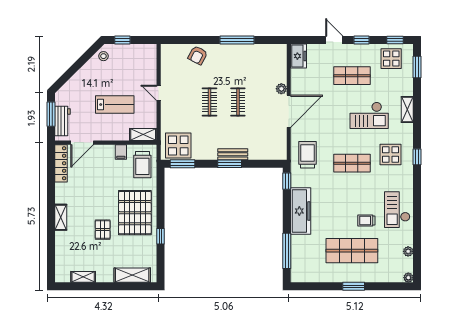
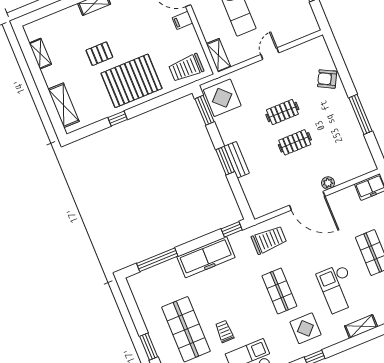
filing cabinet: (121, 152) -> (182, 20), moved

